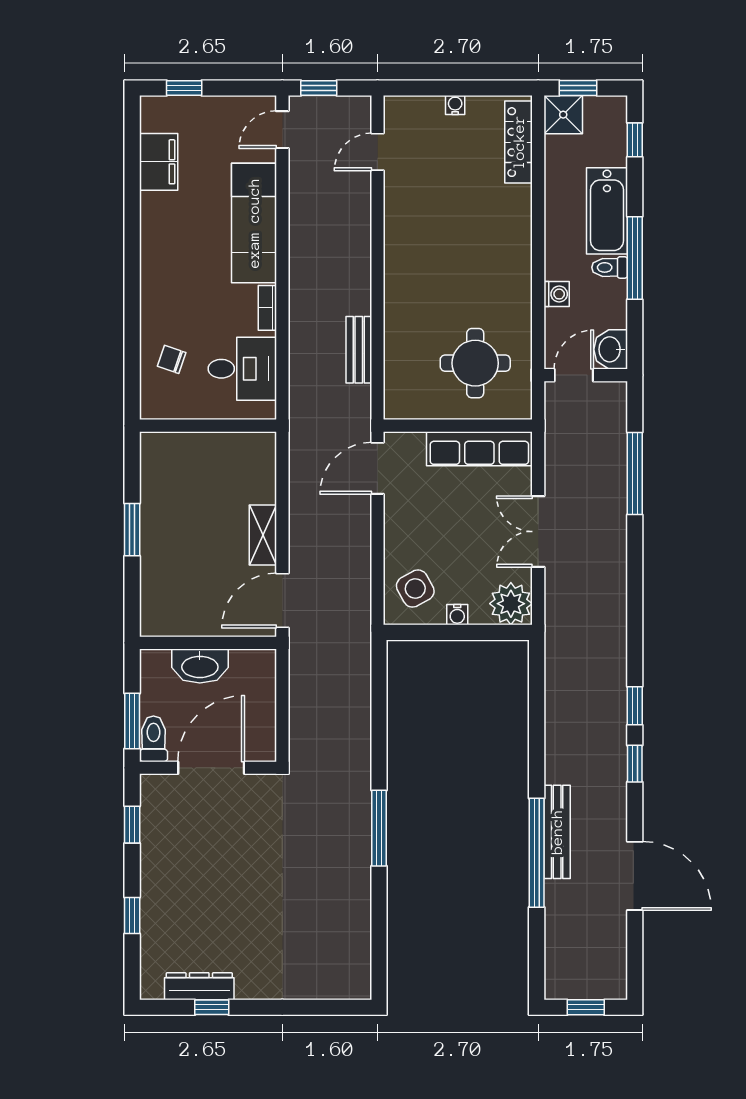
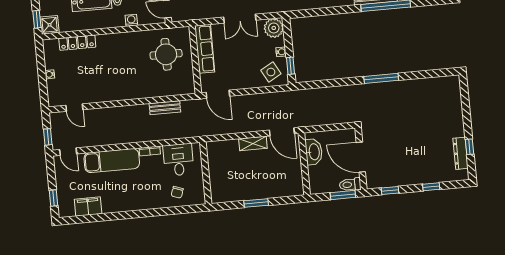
locker: (519, 142) -> (77, 43), moved
window: (425, 632) -> (290, 66), added
washbasin: (200, 666) -> (314, 152), moved

